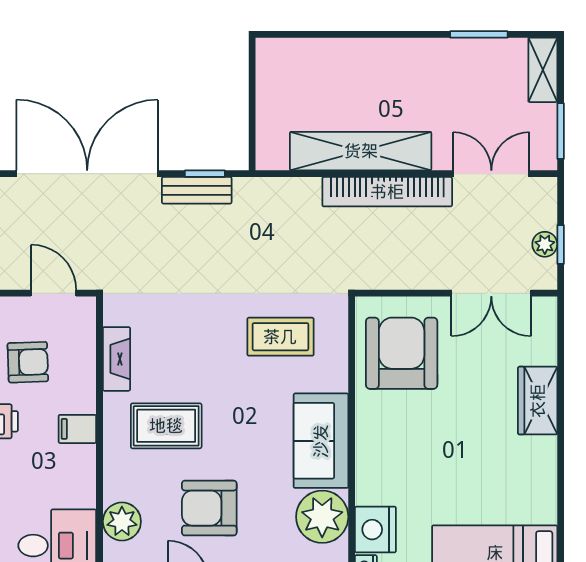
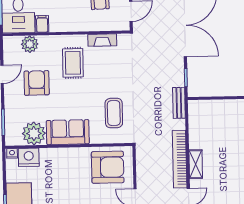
shelving: (361, 151) -> (196, 164), width x0.45, depth x0.75
bench: (197, 190) -> (179, 103), moved
filing cabinet: (77, 429) -> (42, 24), moved

